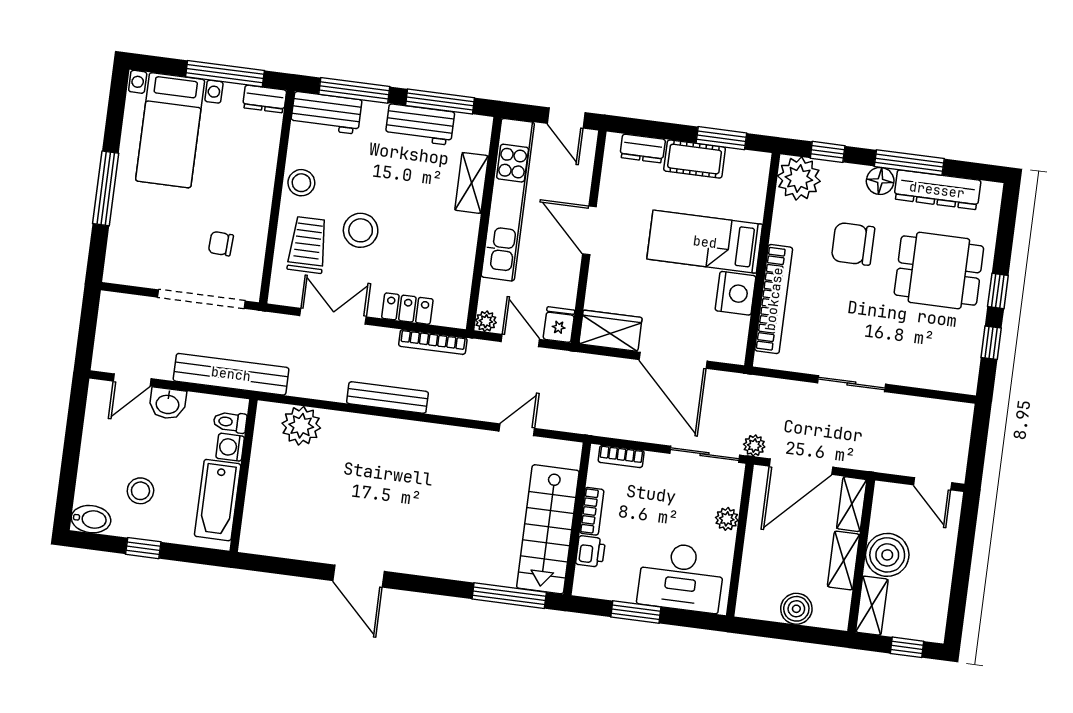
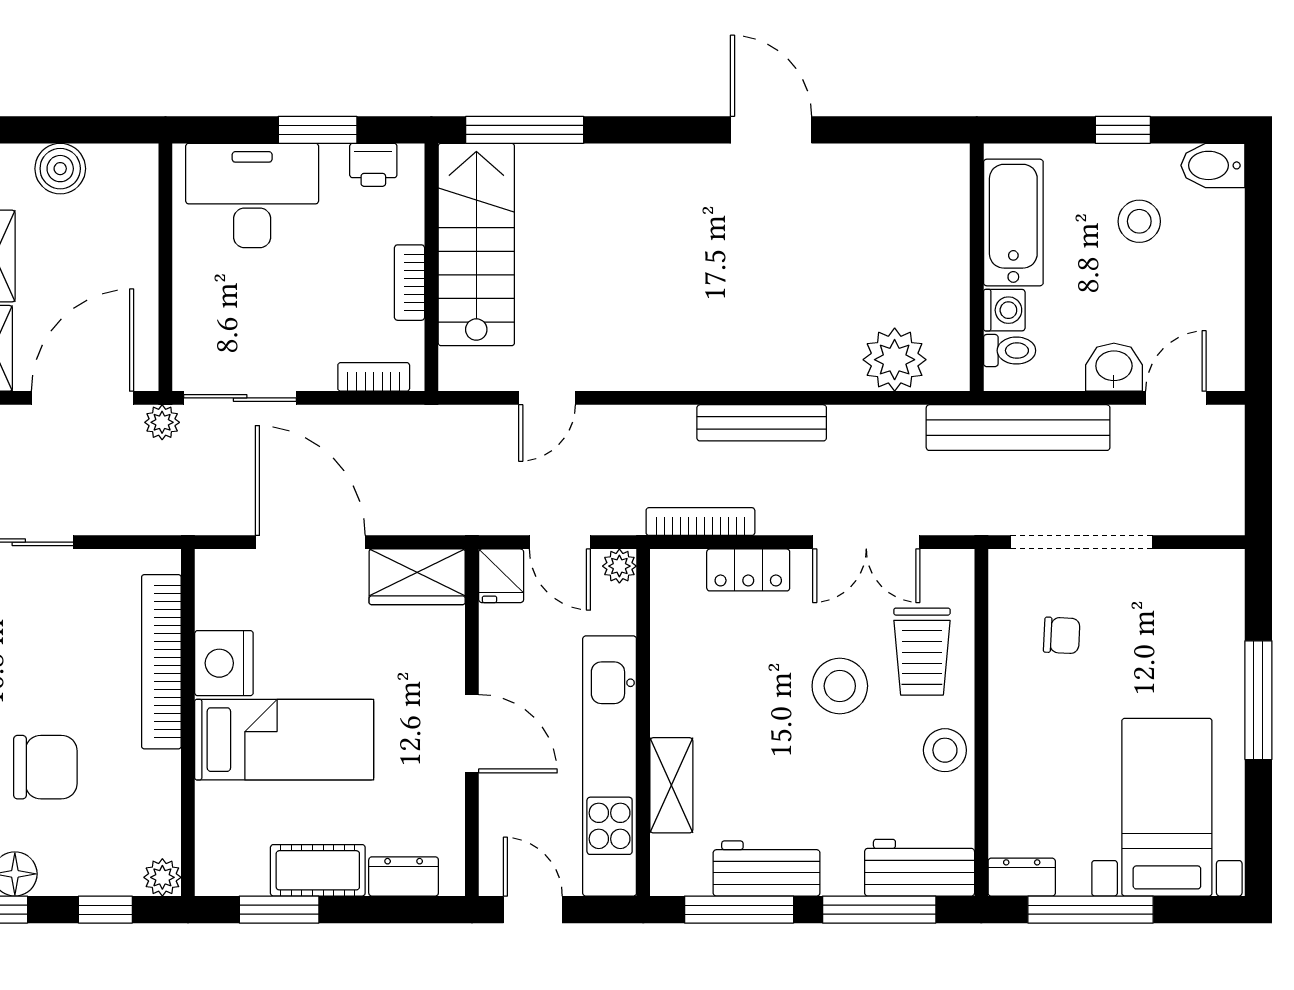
plant: (799, 178) -> (162, 877), width x0.53, depth x0.53
plant: (727, 519) -> (191, 299), removed
printer: (591, 552) -> (373, 165), moved, turned -90

